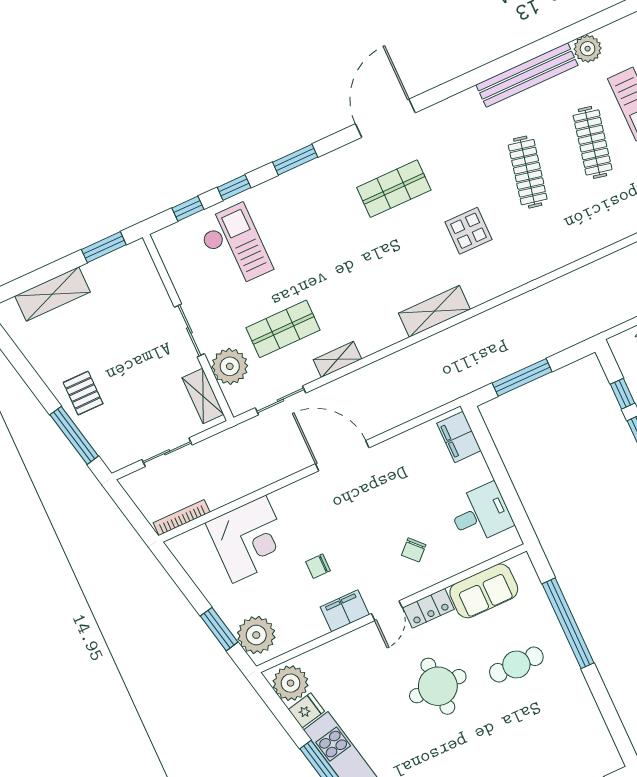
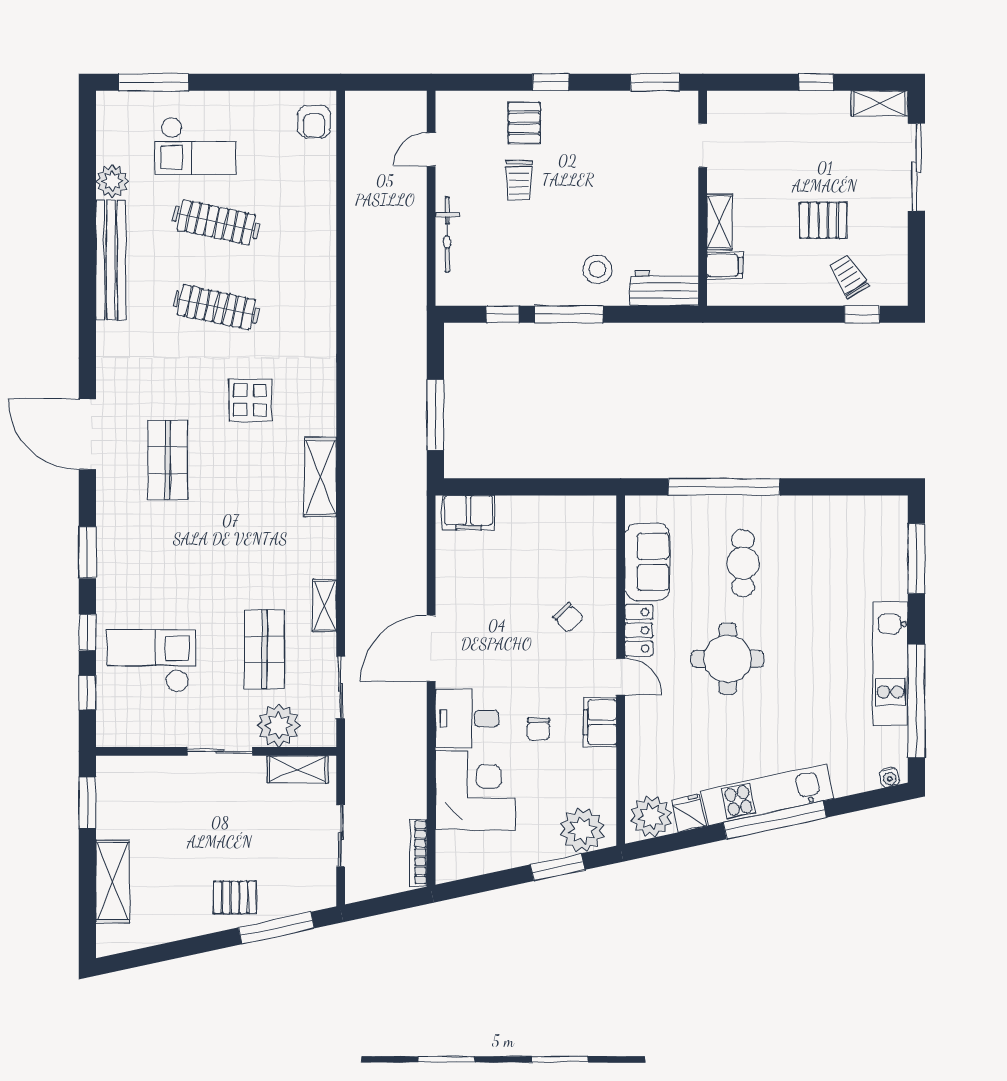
desk: (481, 514) -> (467, 719), moved, turned -90

